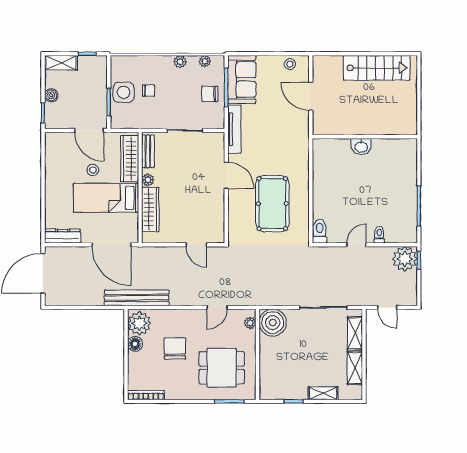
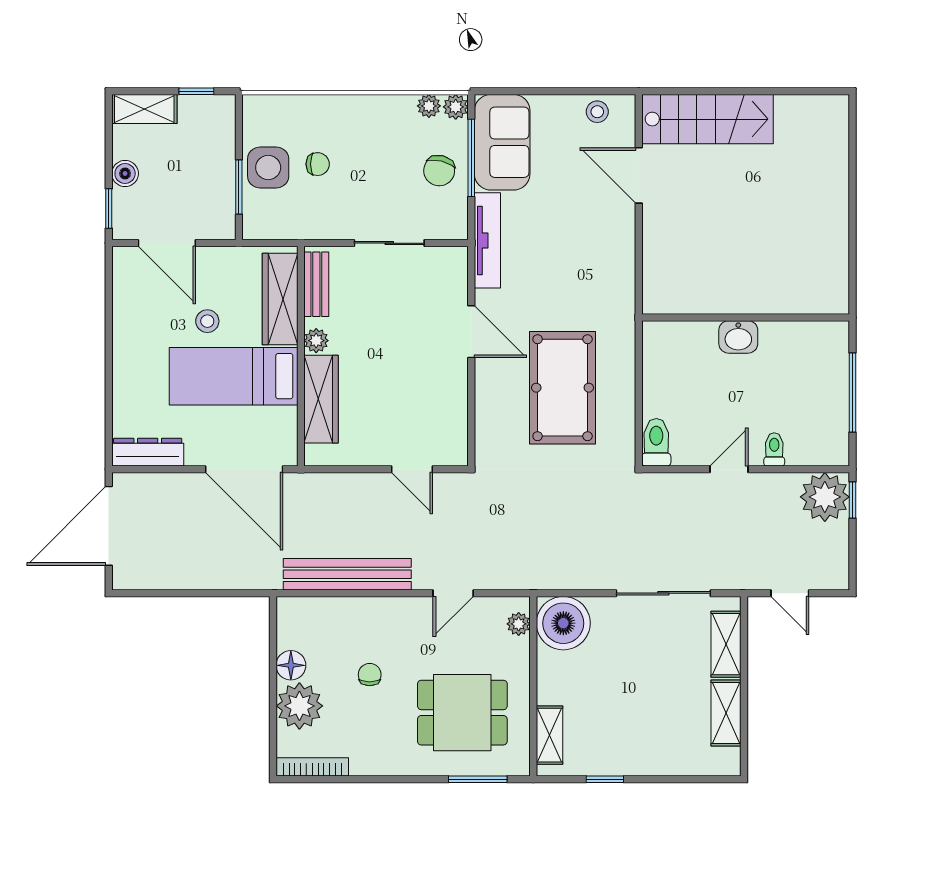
plant: (180, 62) -> (456, 107), moved
stairs: (377, 68) -> (707, 119), moved
chair: (210, 94) -> (439, 171), turned -76
door: (89, 130) -> (167, 243), moved
wall: (365, 137) -> (746, 317), moved
washbasin: (361, 147) -> (738, 337), moved
bench: (137, 298) -> (347, 574), moved
plant: (139, 323) -> (299, 706), moved
chair: (175, 349) -> (370, 675), width x0.54, depth x0.54
shelving: (323, 393) -> (550, 735), moved, turned 90

